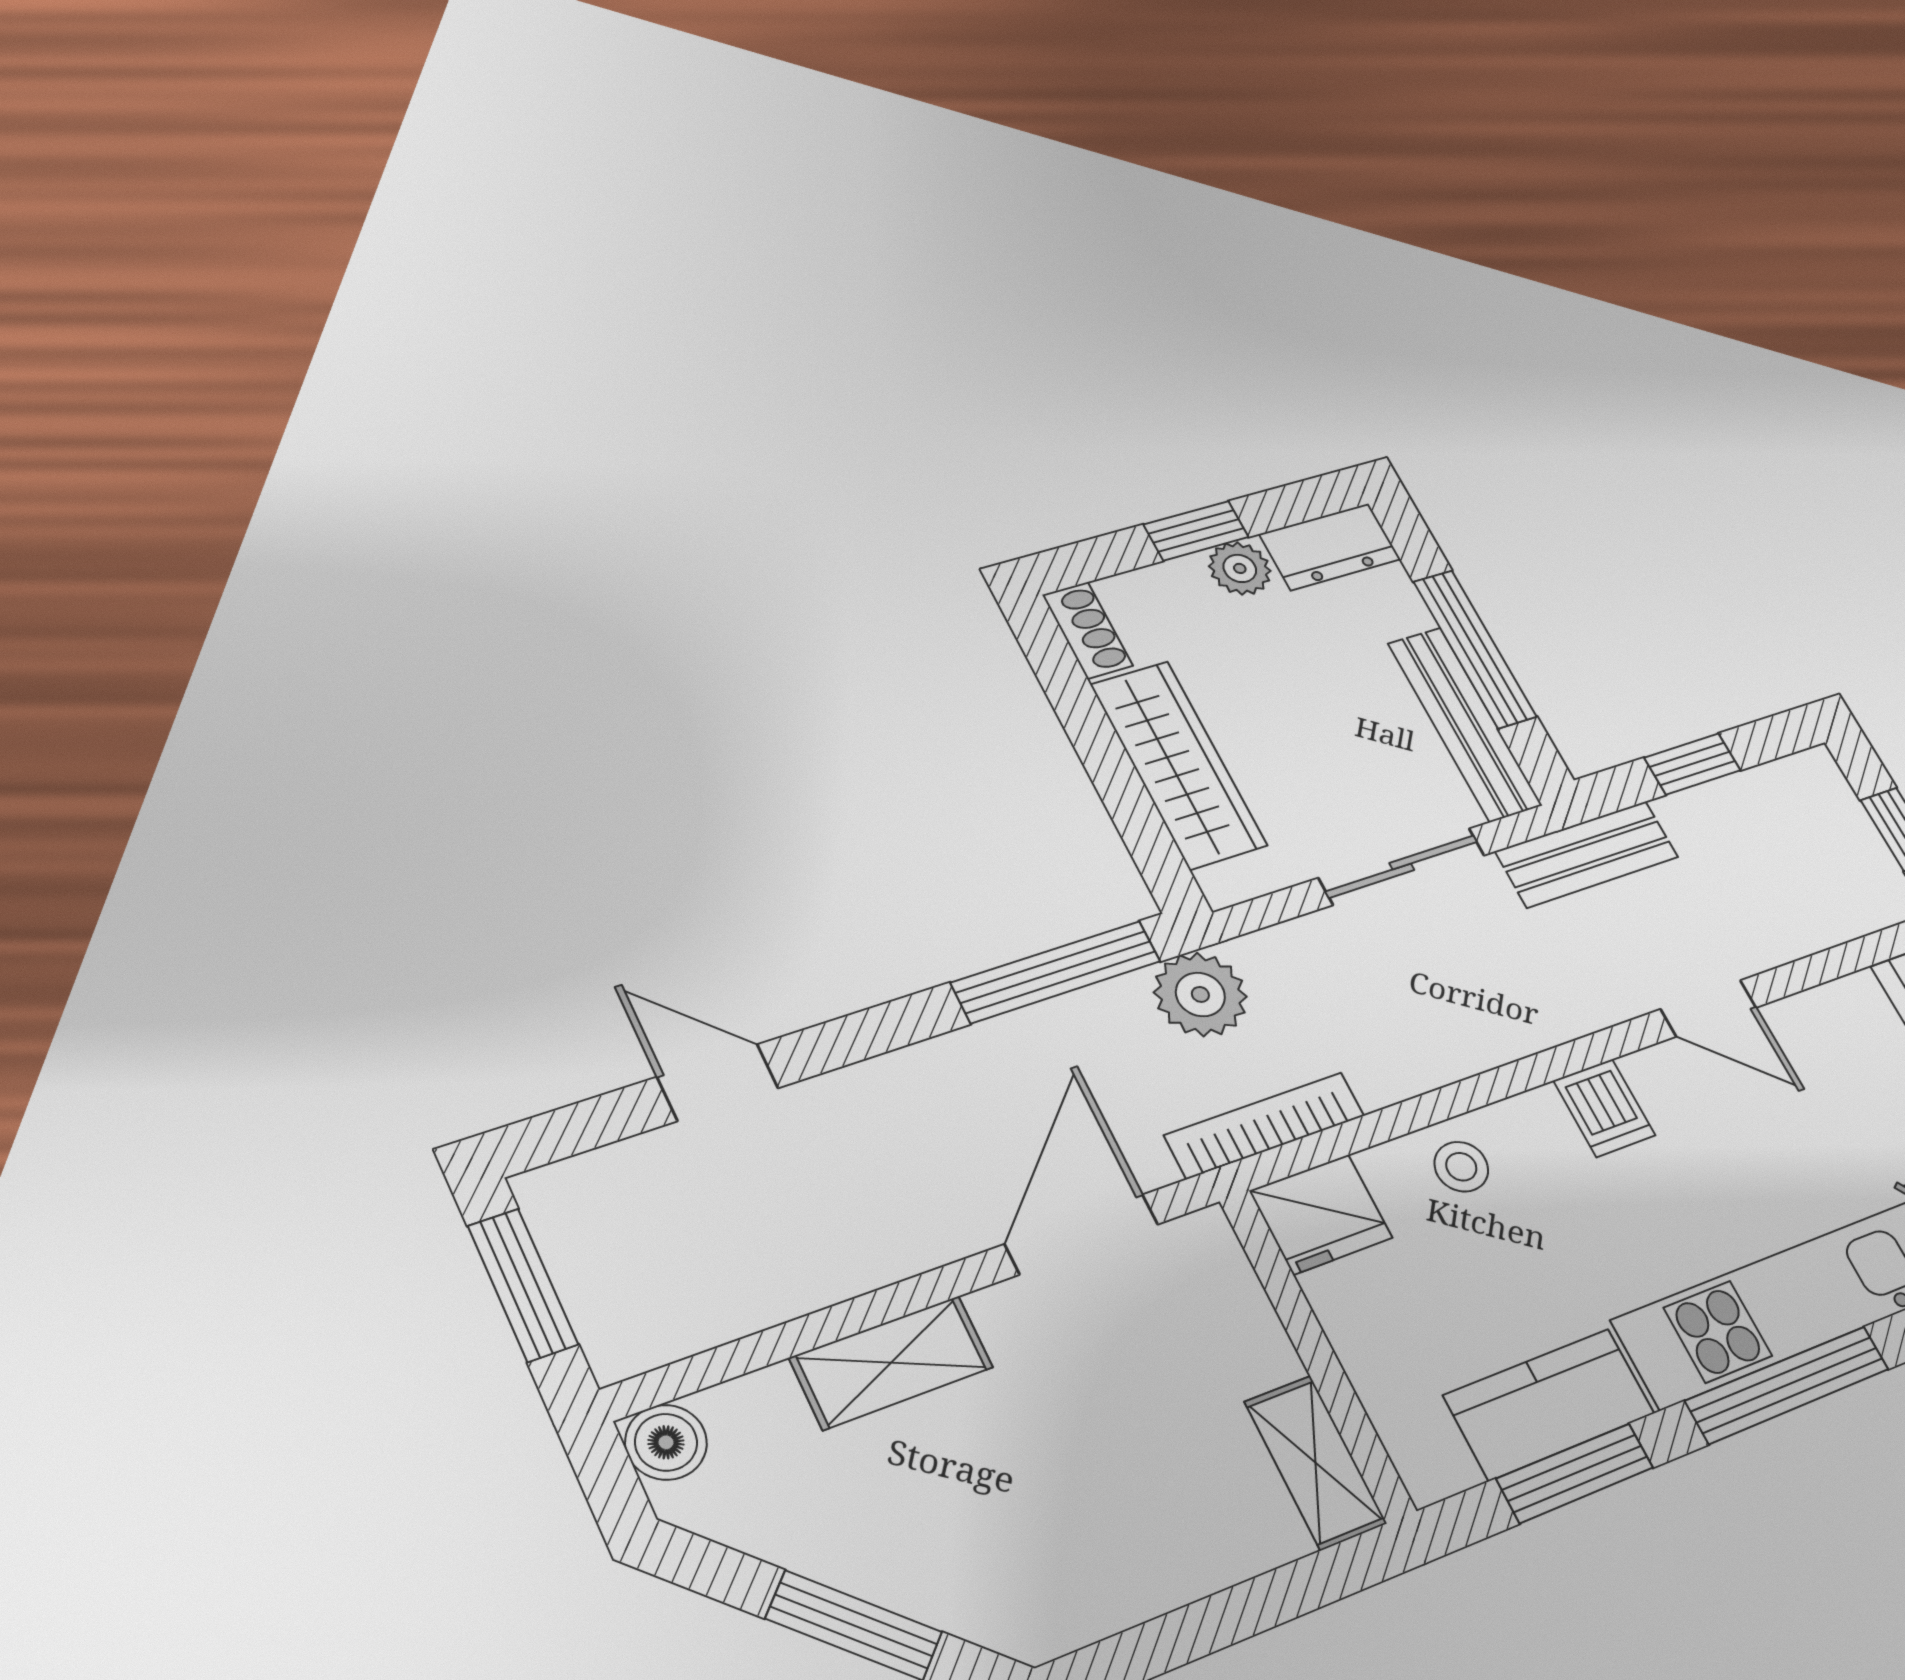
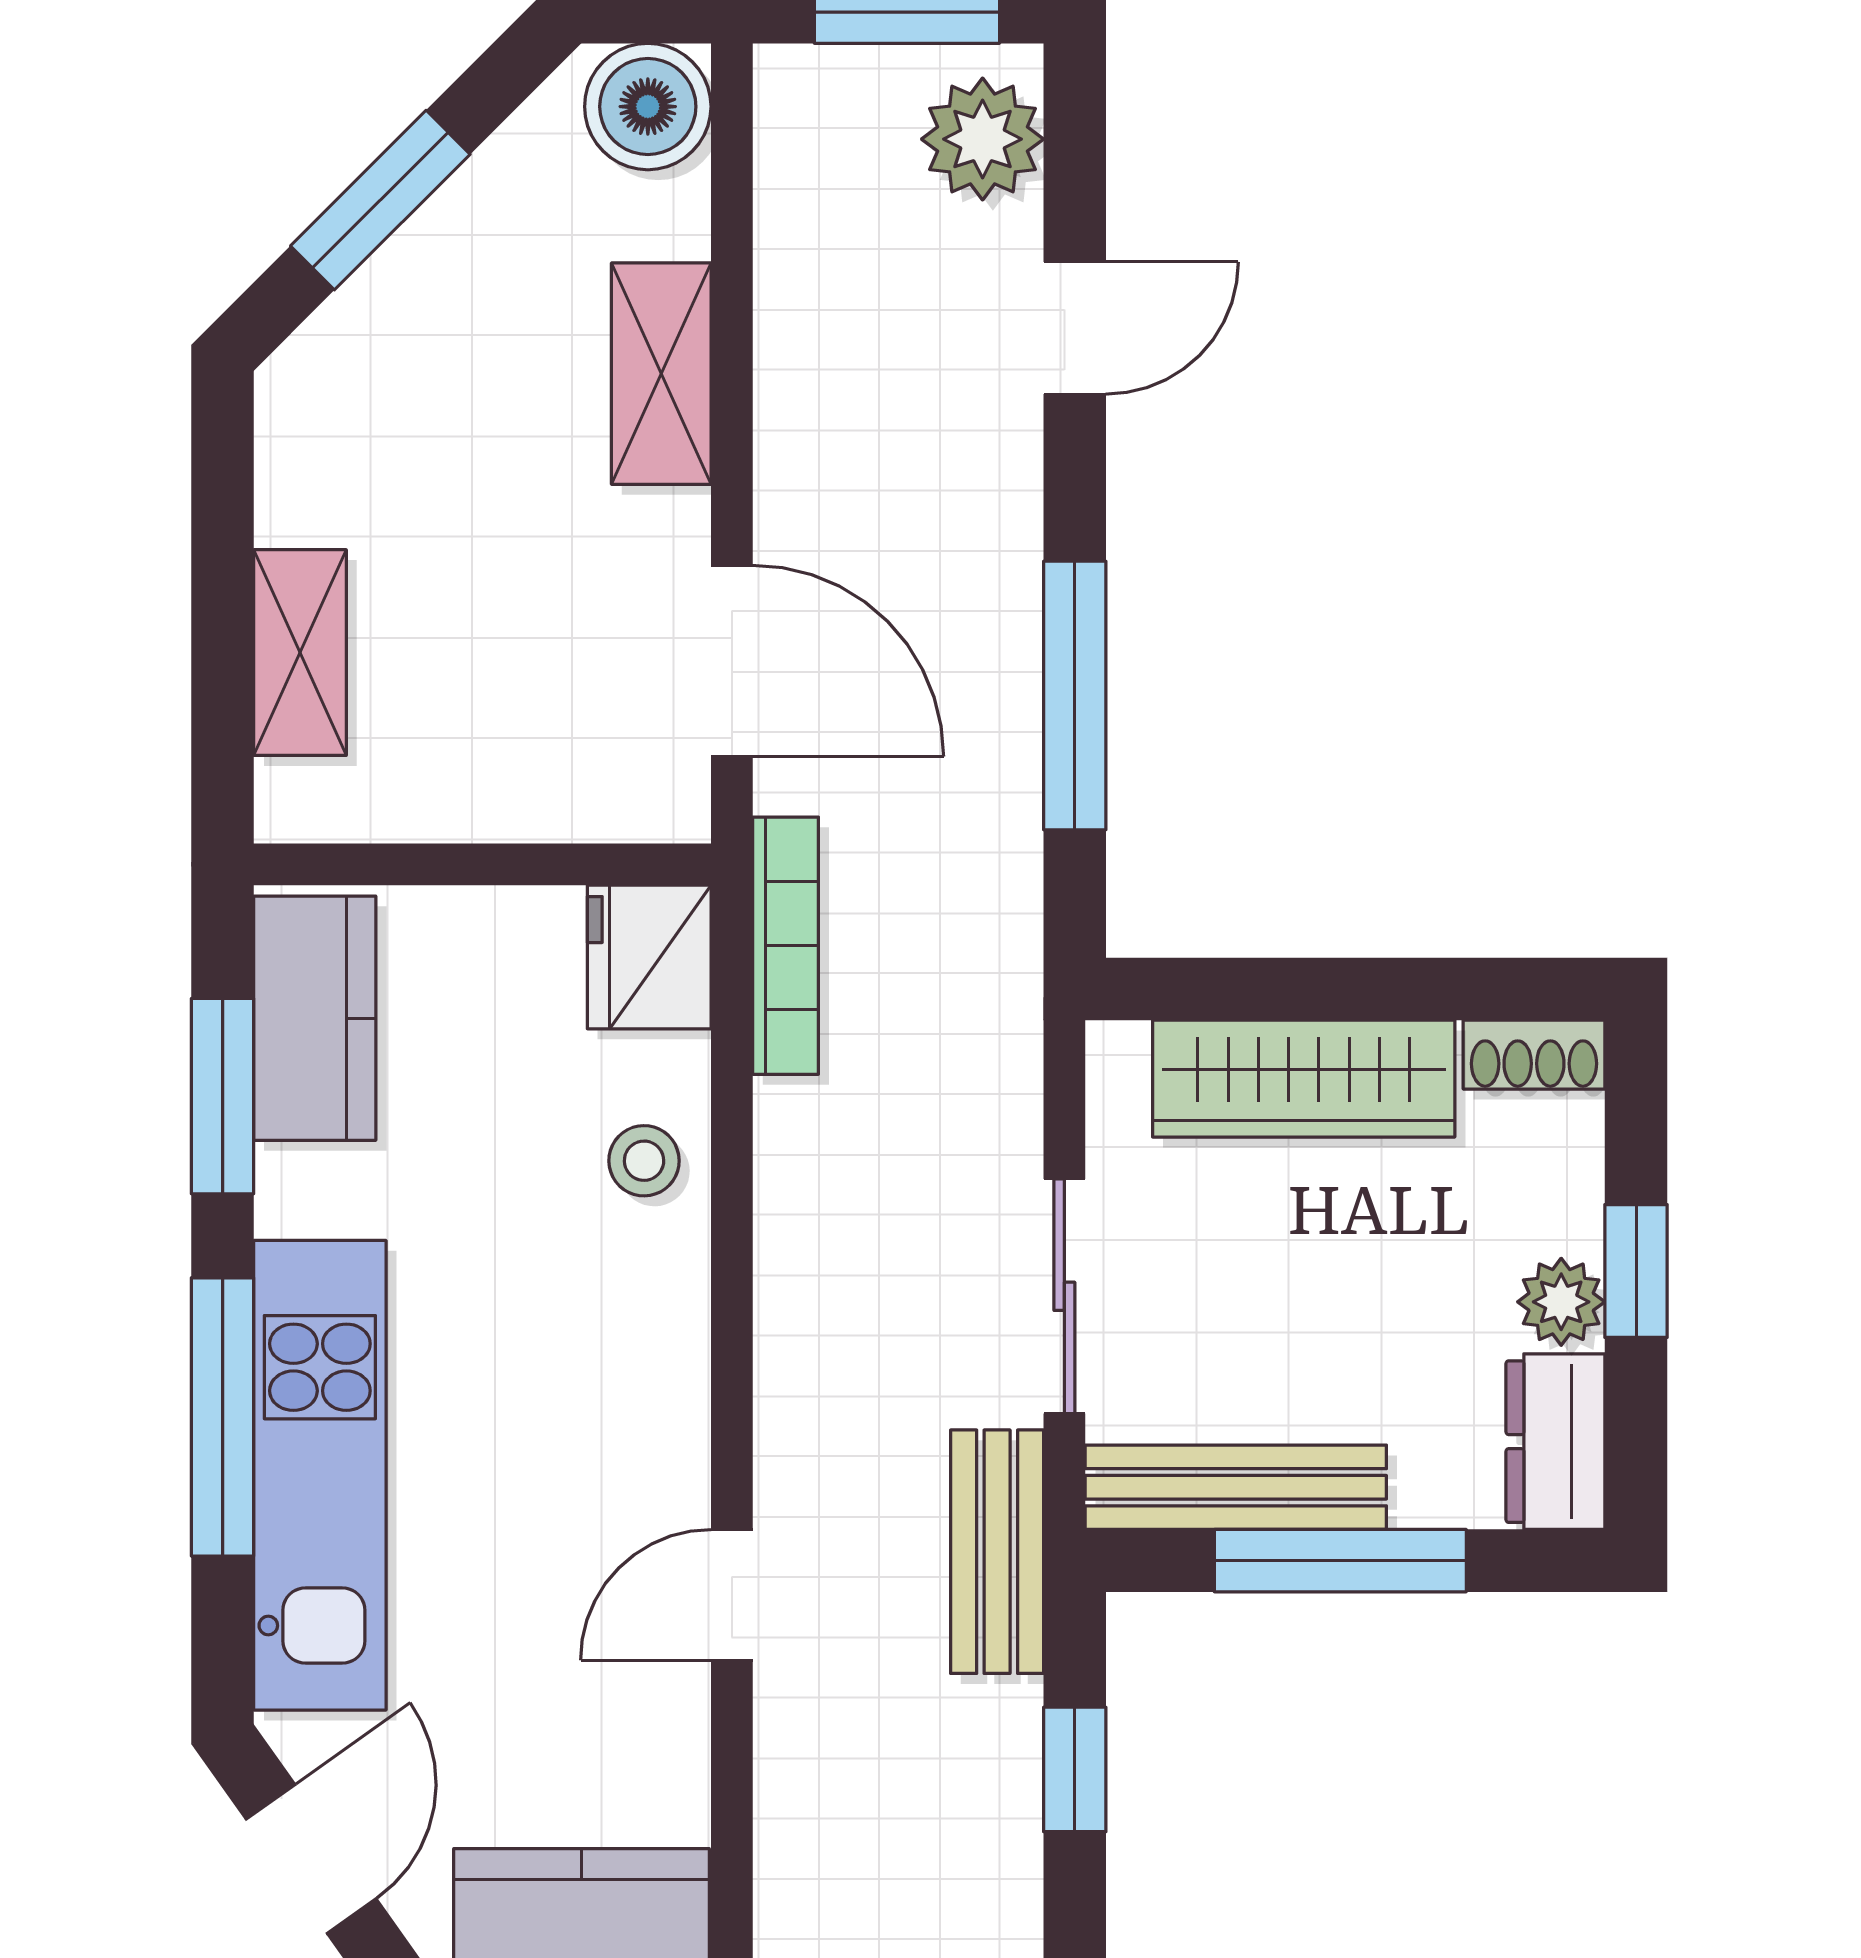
window: (1056, 972) -> (1075, 695), moved
plant: (1200, 994) -> (983, 139), moved
dishwasher: (1604, 1108) -> (652, 1383), removed
kitchen counter: (1549, 1404) -> (315, 1018), moved
boiler: (666, 1442) -> (648, 107), width x1.36, depth x1.36
shelving: (1315, 1462) -> (300, 653), moved, turned 90

